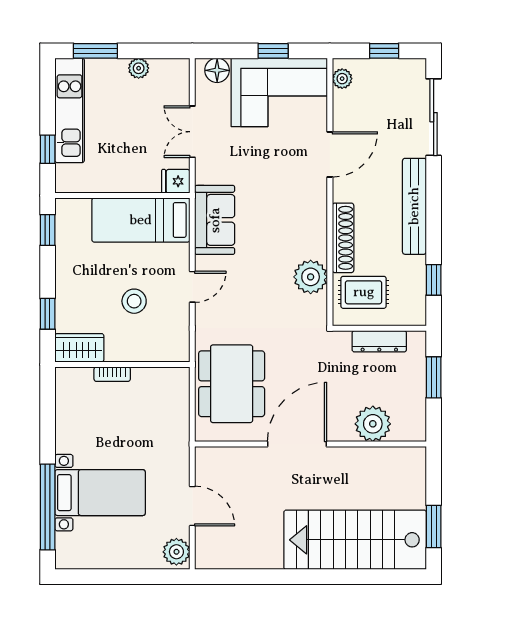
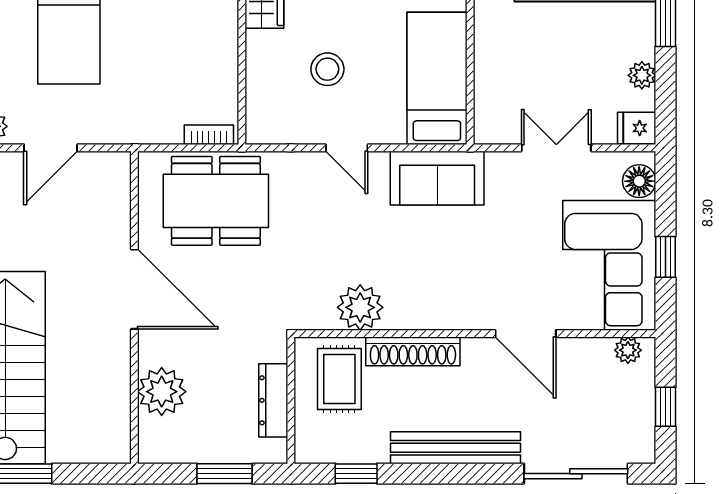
fridge: (176, 181) -> (637, 128), moved, turned -90
bookcase: (112, 374) -> (209, 135), moved, turned 90

